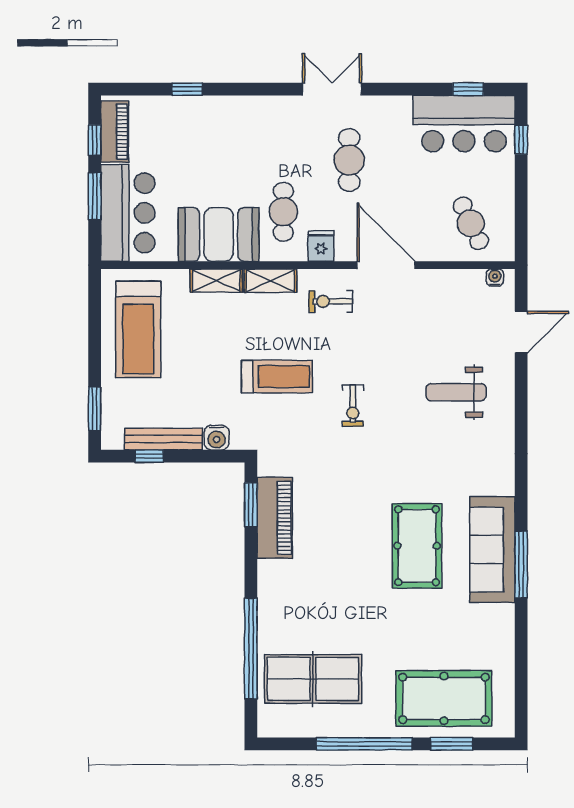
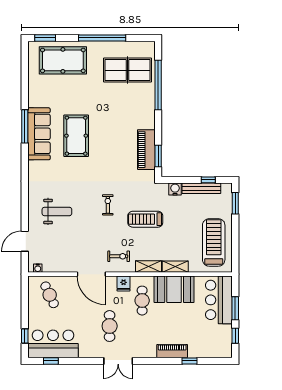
piano: (115, 132) -> (172, 351), moved, turned 90
window: (452, 744) -> (45, 38), moved

